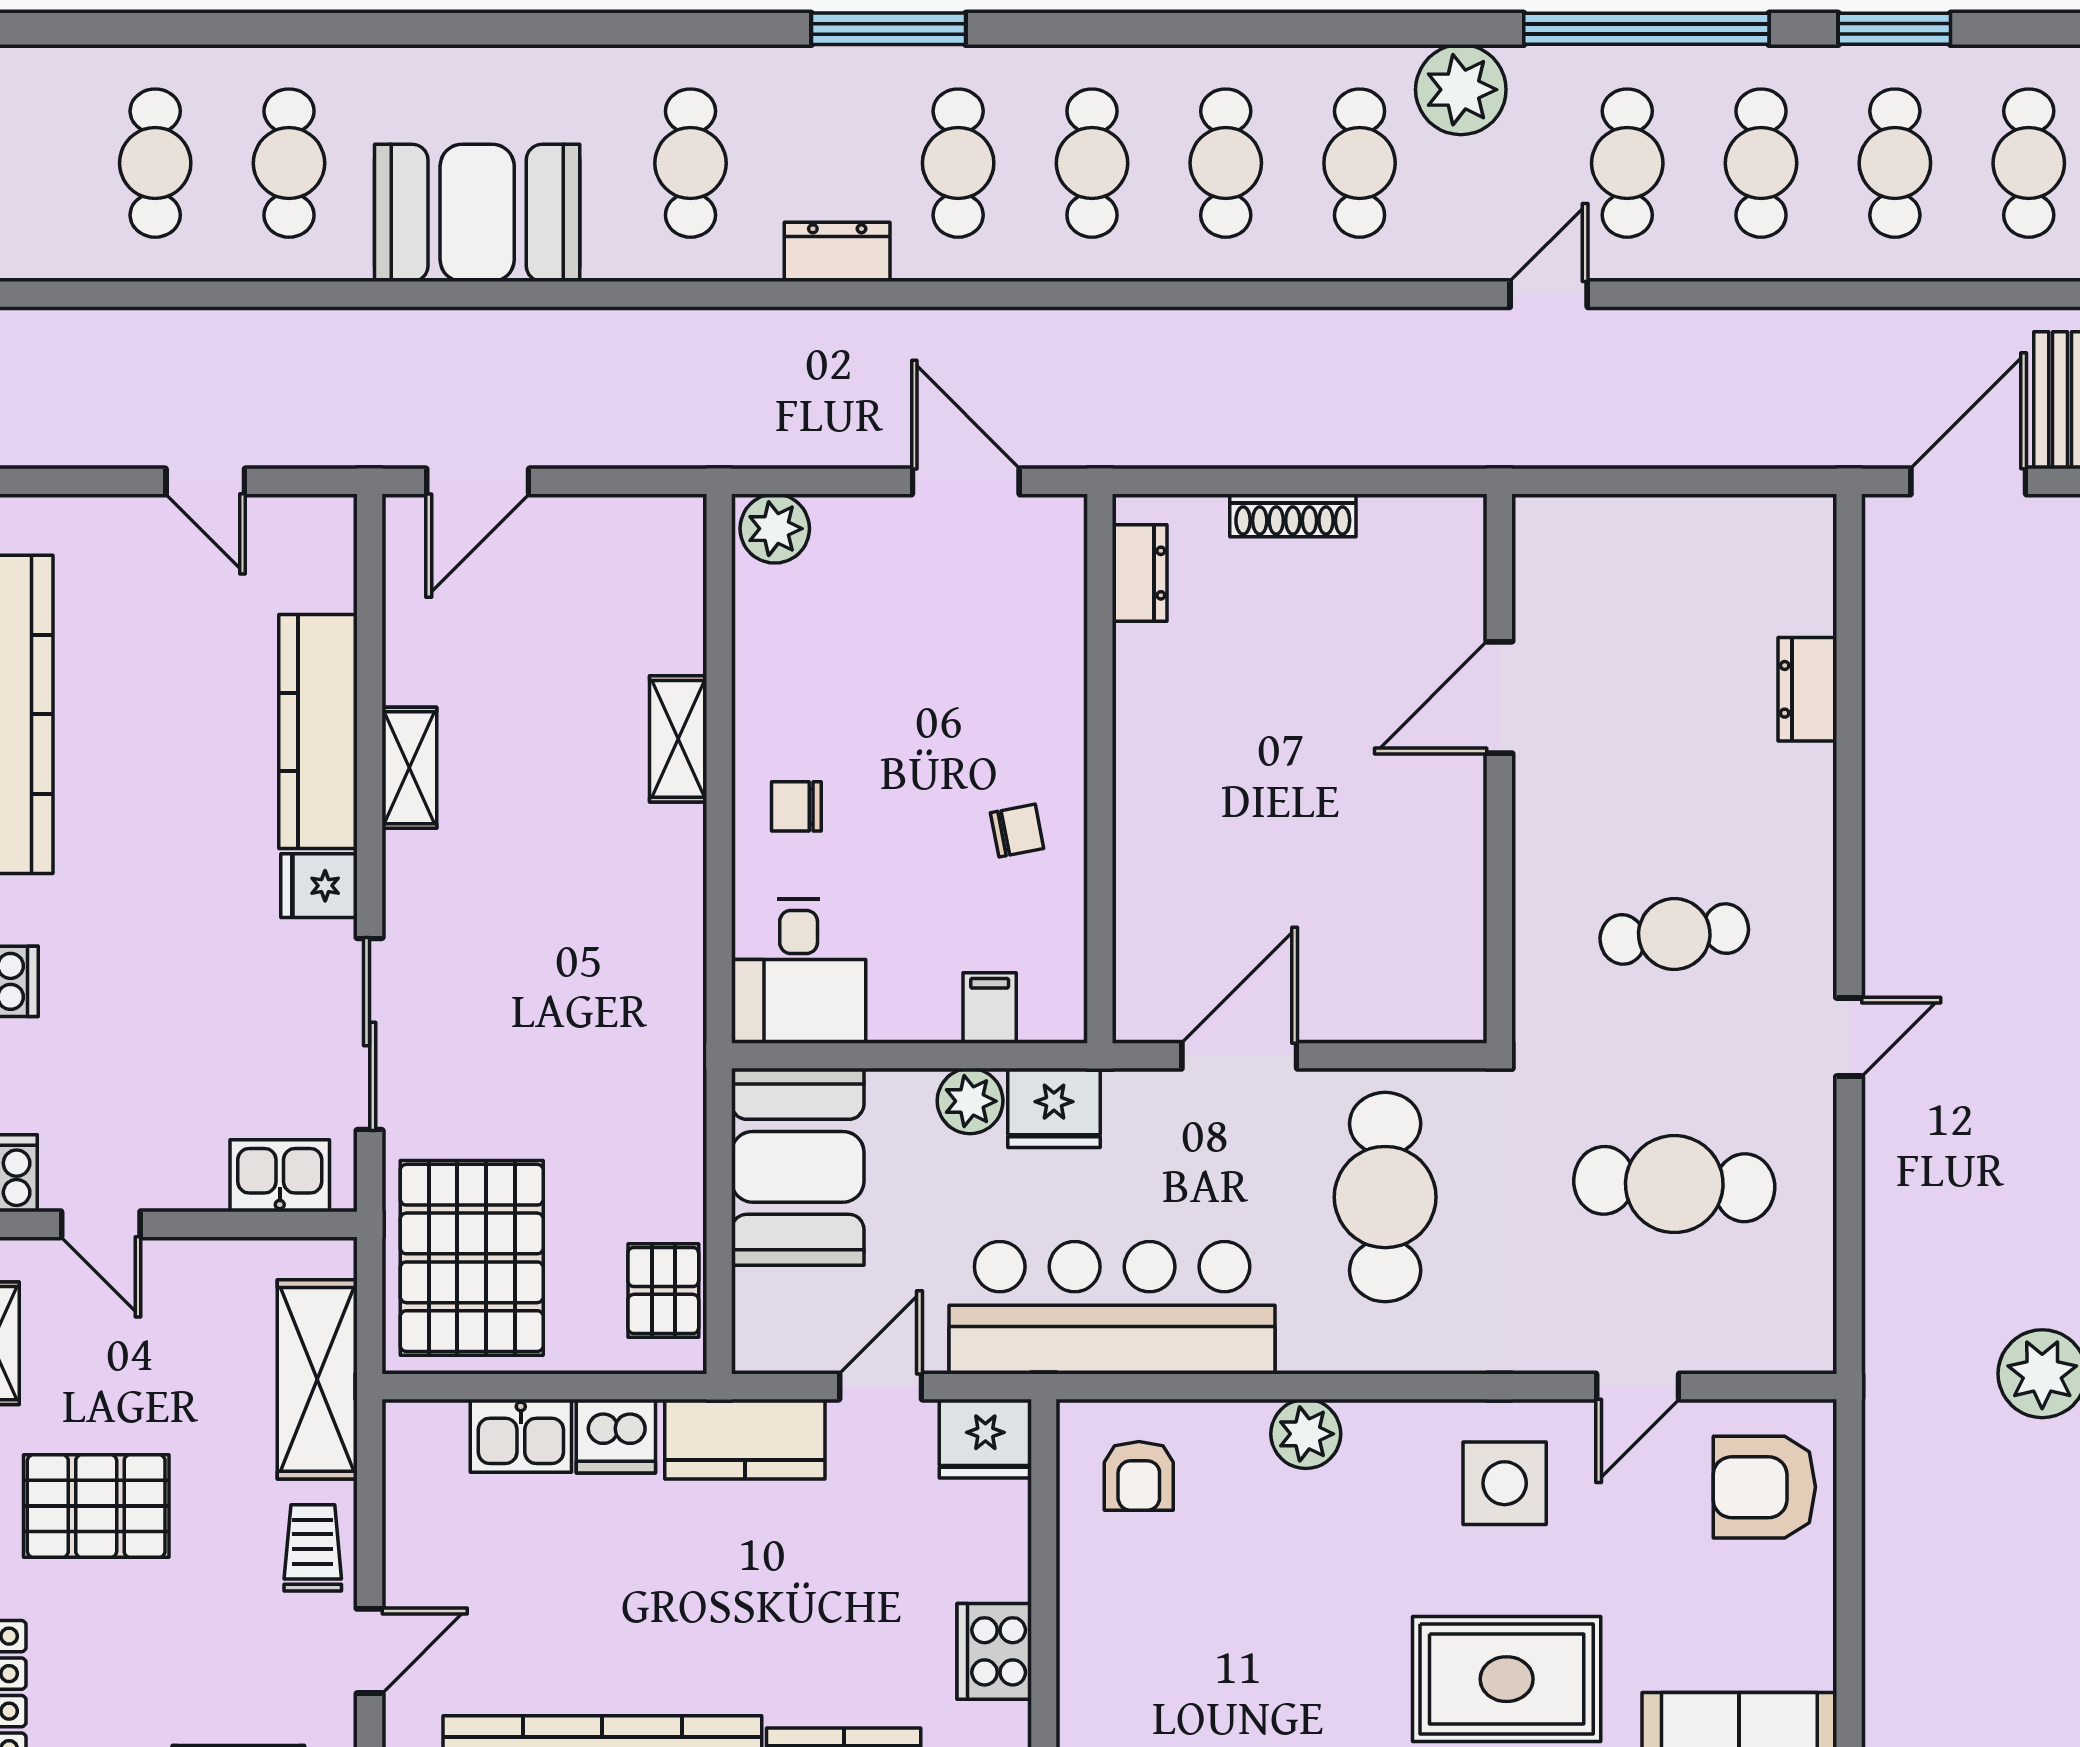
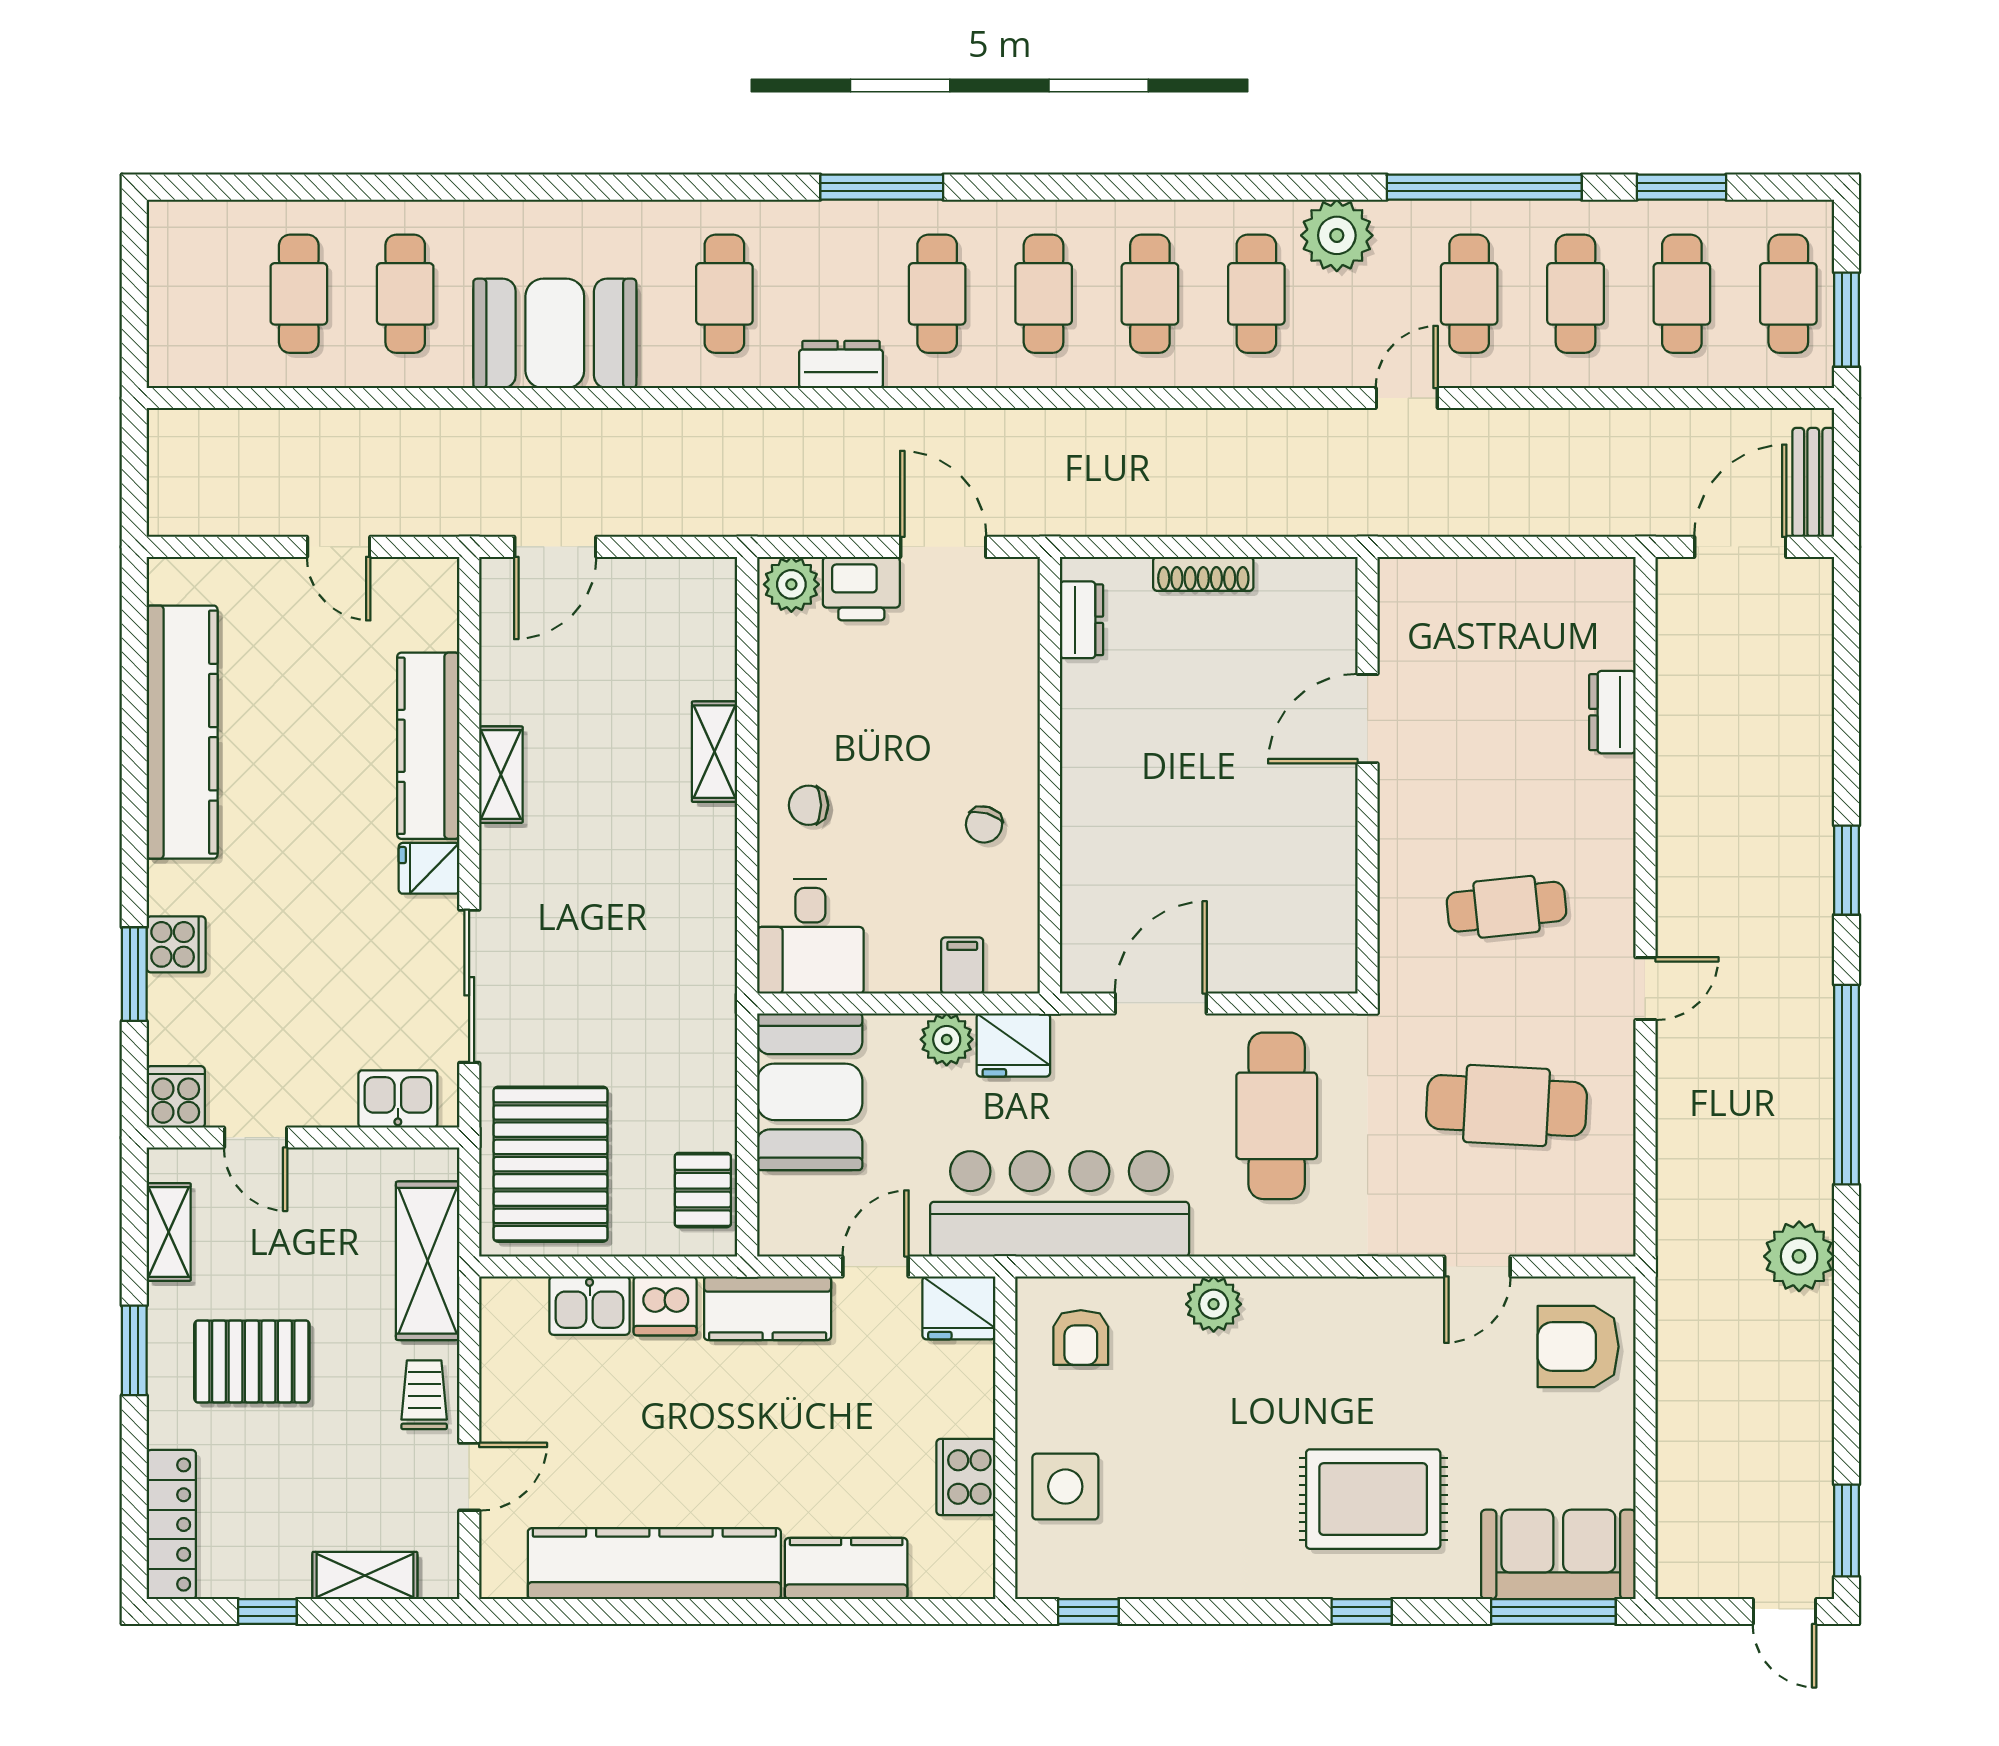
printer: (863, 534) -> (861, 589), added
chair: (1017, 831) -> (984, 824), turned 117
side table: (1505, 1483) -> (1065, 1487), moved

